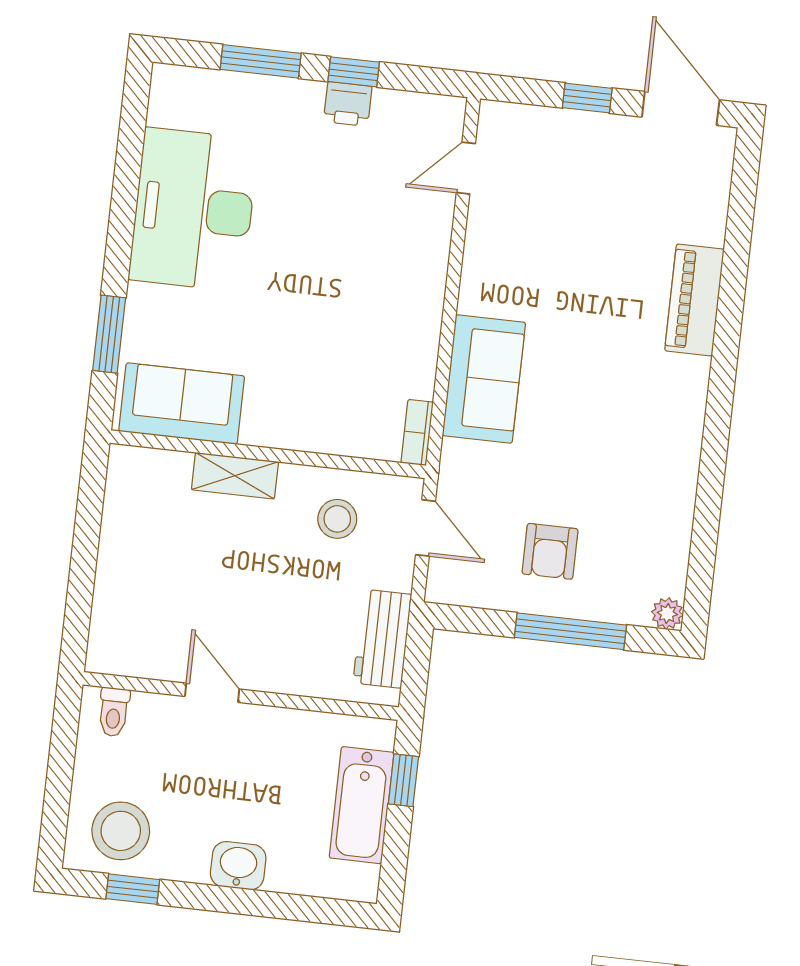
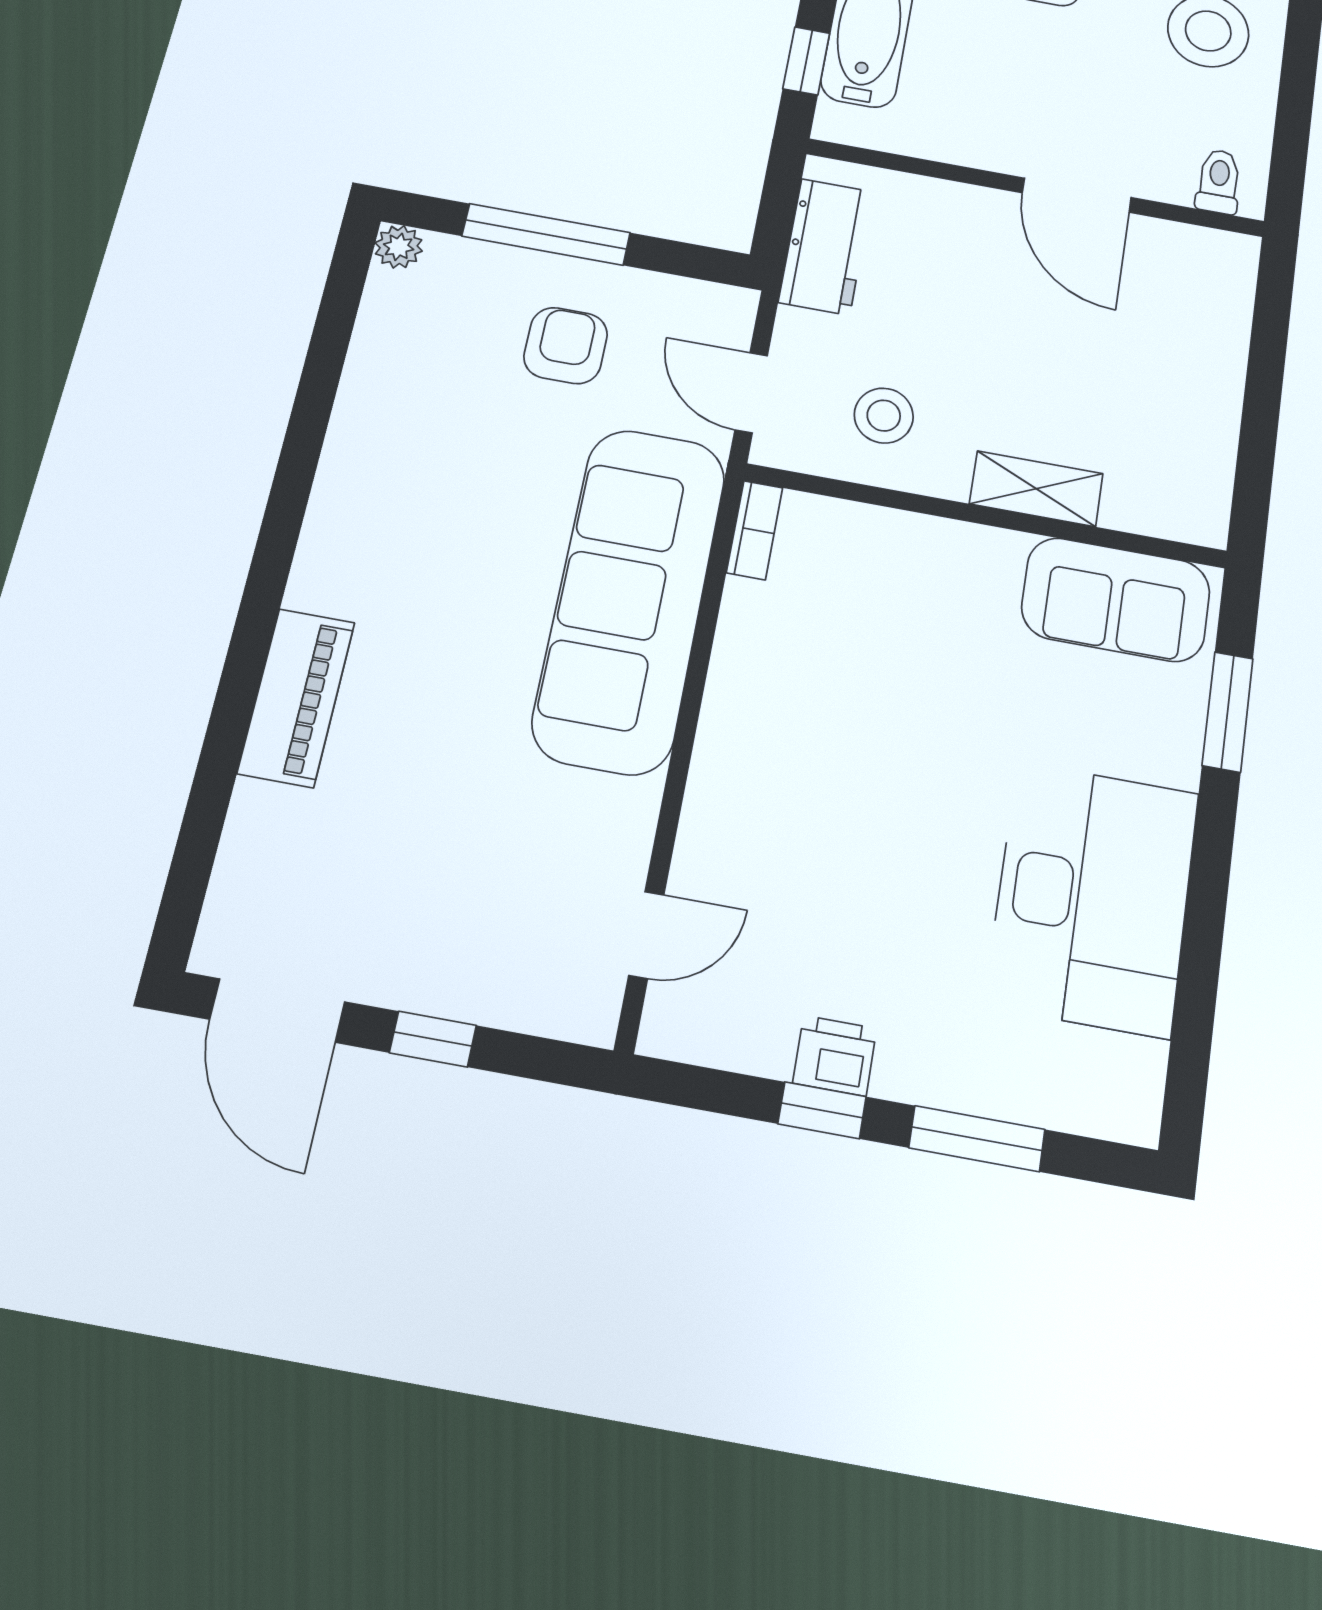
sofa: (484, 379) -> (630, 599), width x1.85, depth x1.27
door: (212, 693) -> (1077, 195), width x1.38

